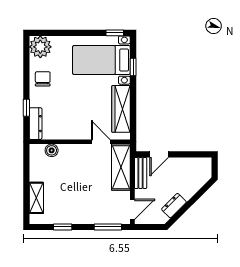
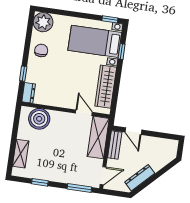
dresser: (36, 124) -> (29, 93), width x0.70
boiler: (52, 150) -> (39, 119), width x1.86, depth x1.86
door: (159, 154) -> (133, 131), hinge flipped
dresser: (174, 206) -> (140, 178), width x1.44

